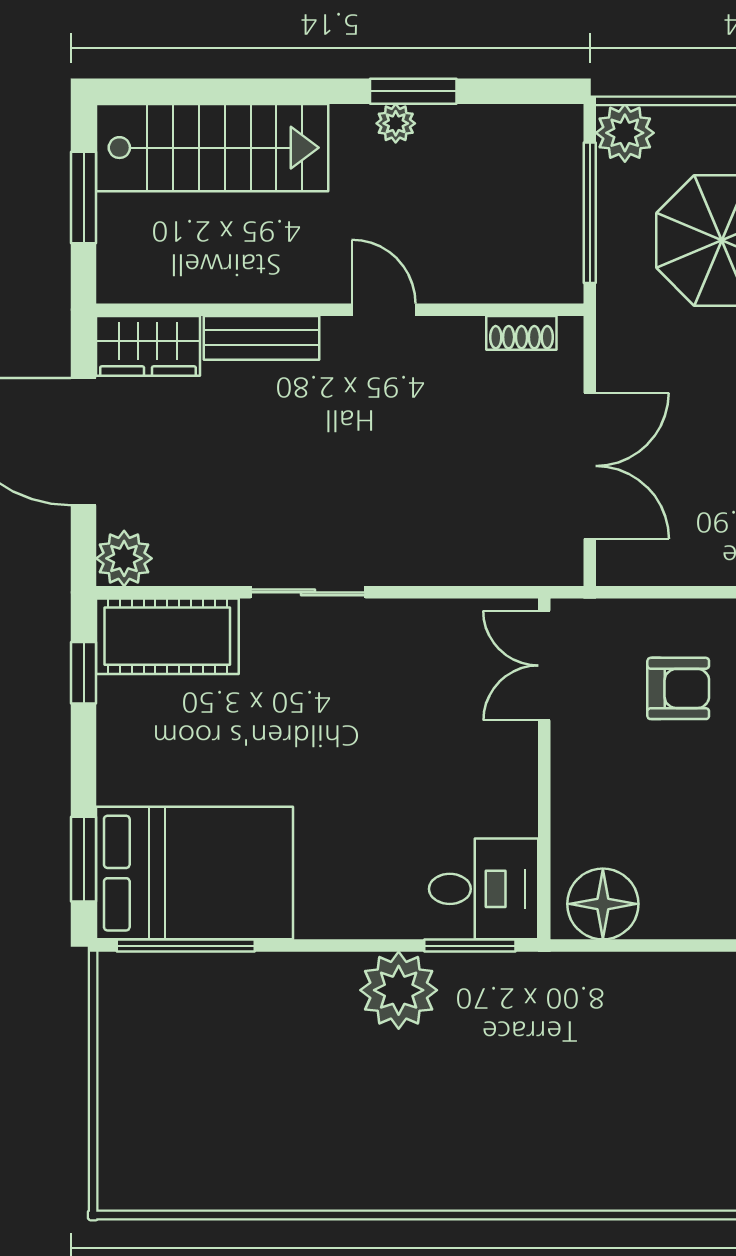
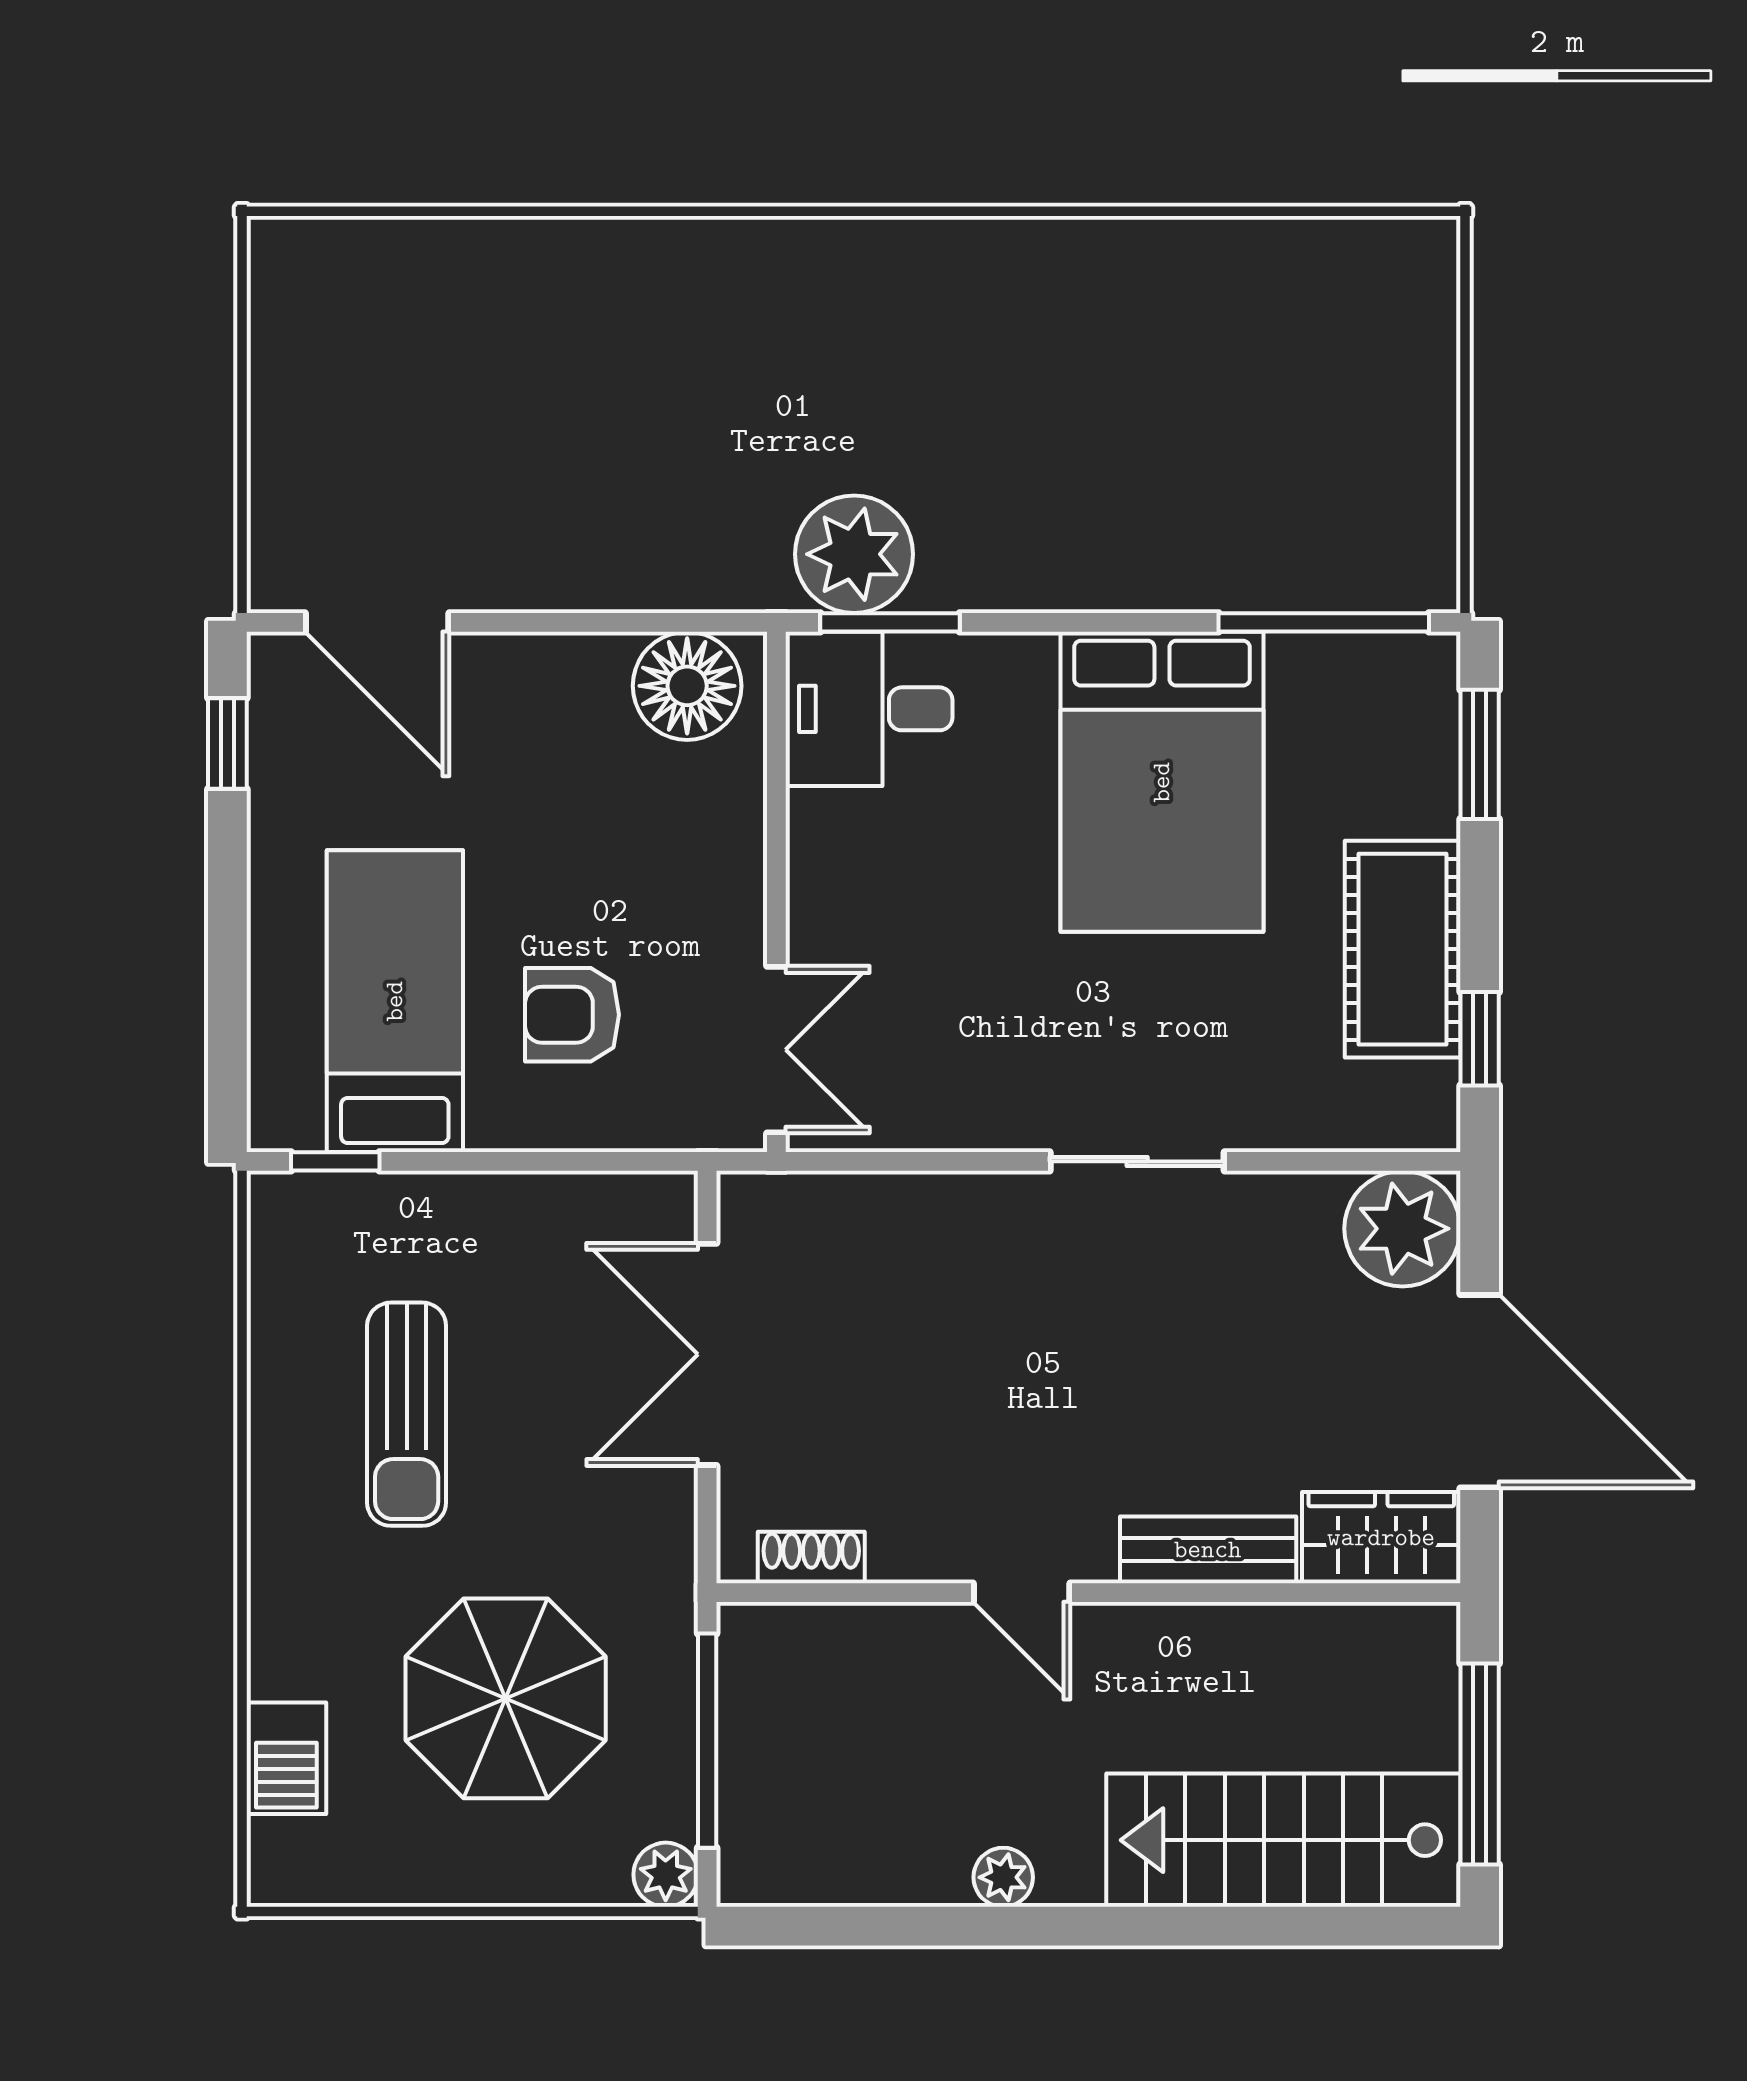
window: (413, 91) -> (976, 1926), removed
plant: (625, 133) -> (666, 1875), width x0.73, depth x0.73
window: (84, 198) -> (1480, 1764), width x1.44
plant: (124, 558) -> (1402, 1229), width x1.36, depth x1.36
cot: (167, 636) -> (1403, 949), moved, turned 90
bed: (195, 873) -> (1162, 782), moved, turned -90
plant: (399, 990) -> (854, 554), moved

